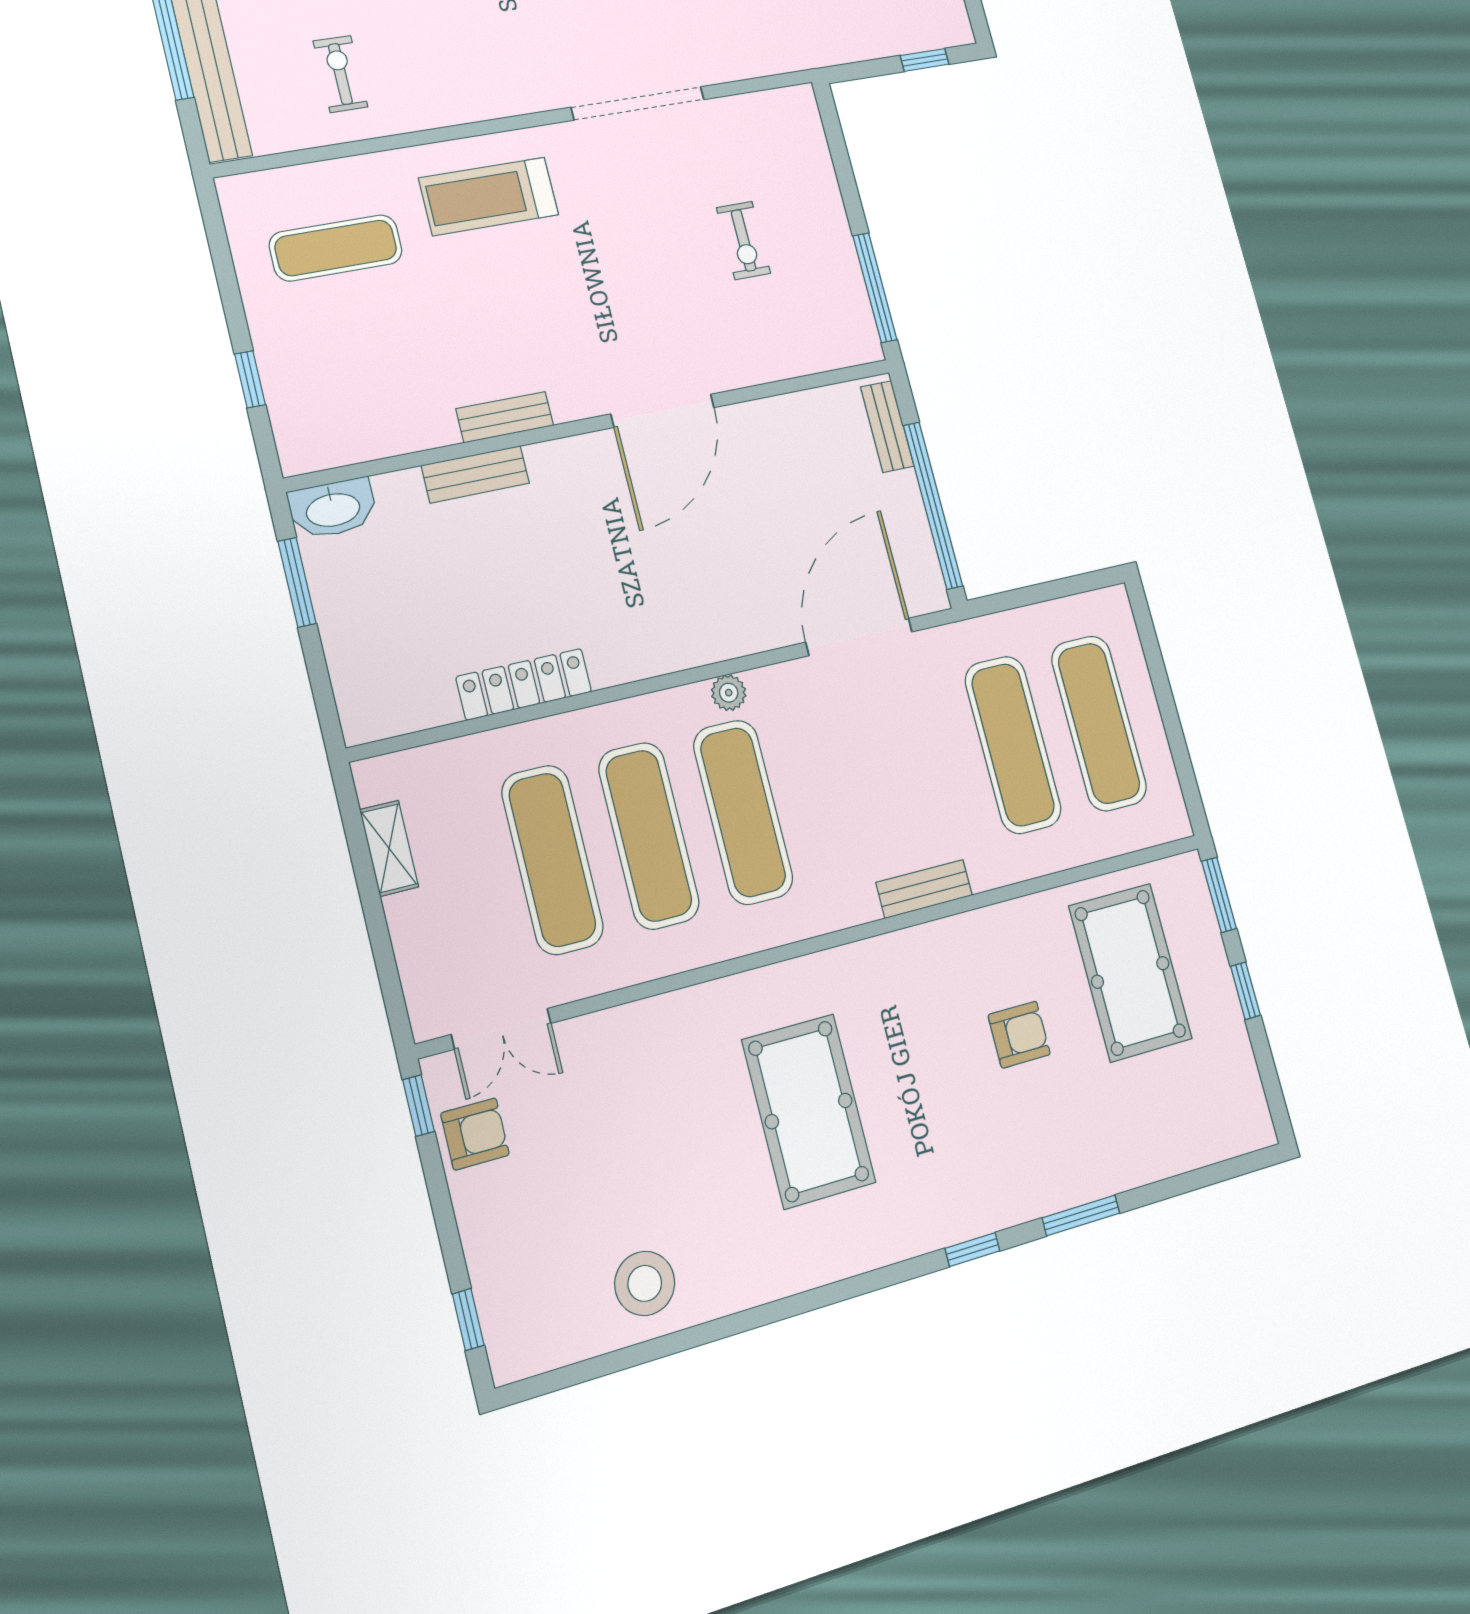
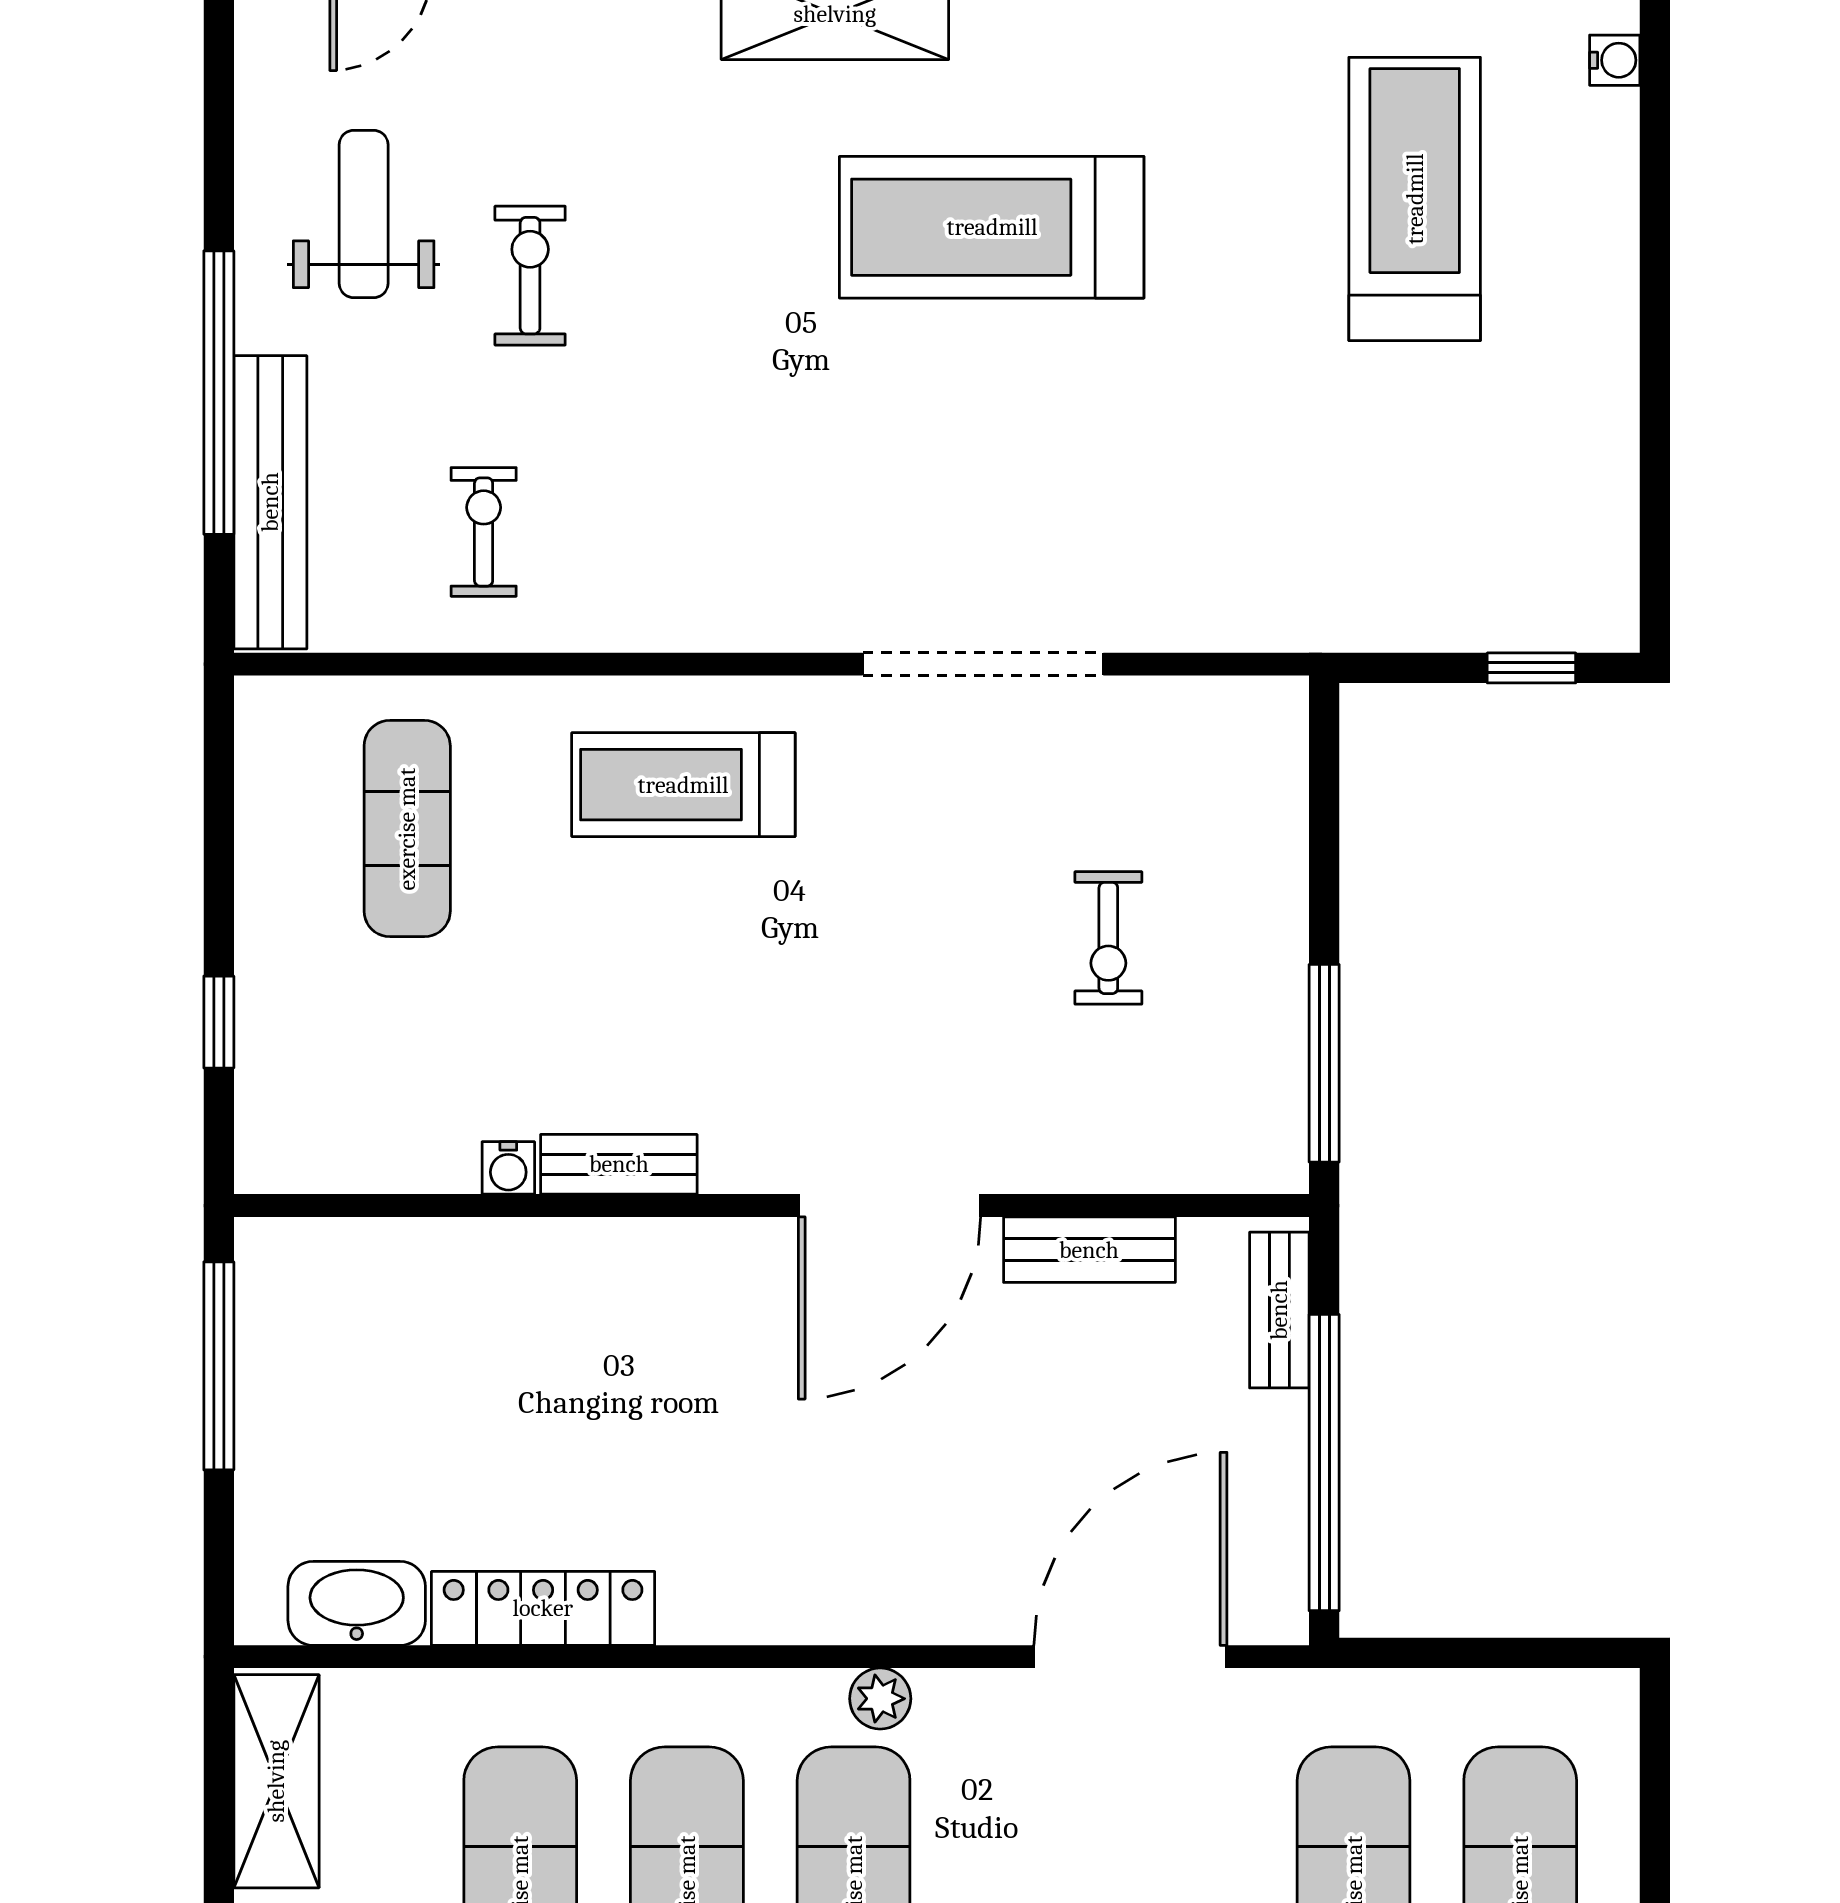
exercise mat: (336, 248) -> (407, 829), turned 90
water cooler: (442, 432) -> (508, 1168), added
bench: (475, 474) -> (1089, 1250), moved
washbasin: (333, 509) -> (357, 1603), moved, turned 180
window: (297, 582) -> (219, 1366), width x1.44
shelving: (389, 848) -> (276, 1781), width x1.50, depth x1.33

